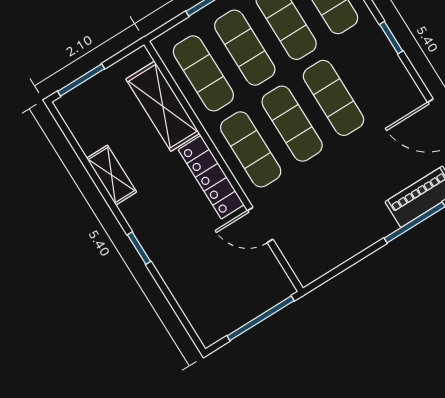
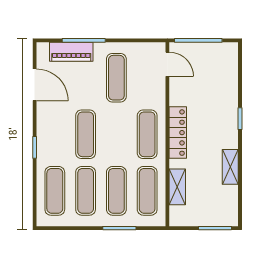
shelving: (163, 106) -> (177, 187), width x0.67, depth x0.75
exercise mat: (292, 124) -> (116, 78), moved
door: (260, 225) -> (167, 64), moved

